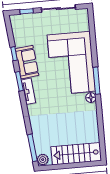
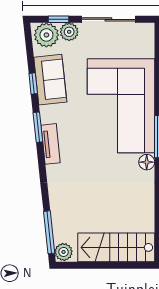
plant: (34, 19) -> (69, 32), added
plant: (20, 22) -> (46, 35), added
sofa: (27, 62) -> (50, 80), moved

